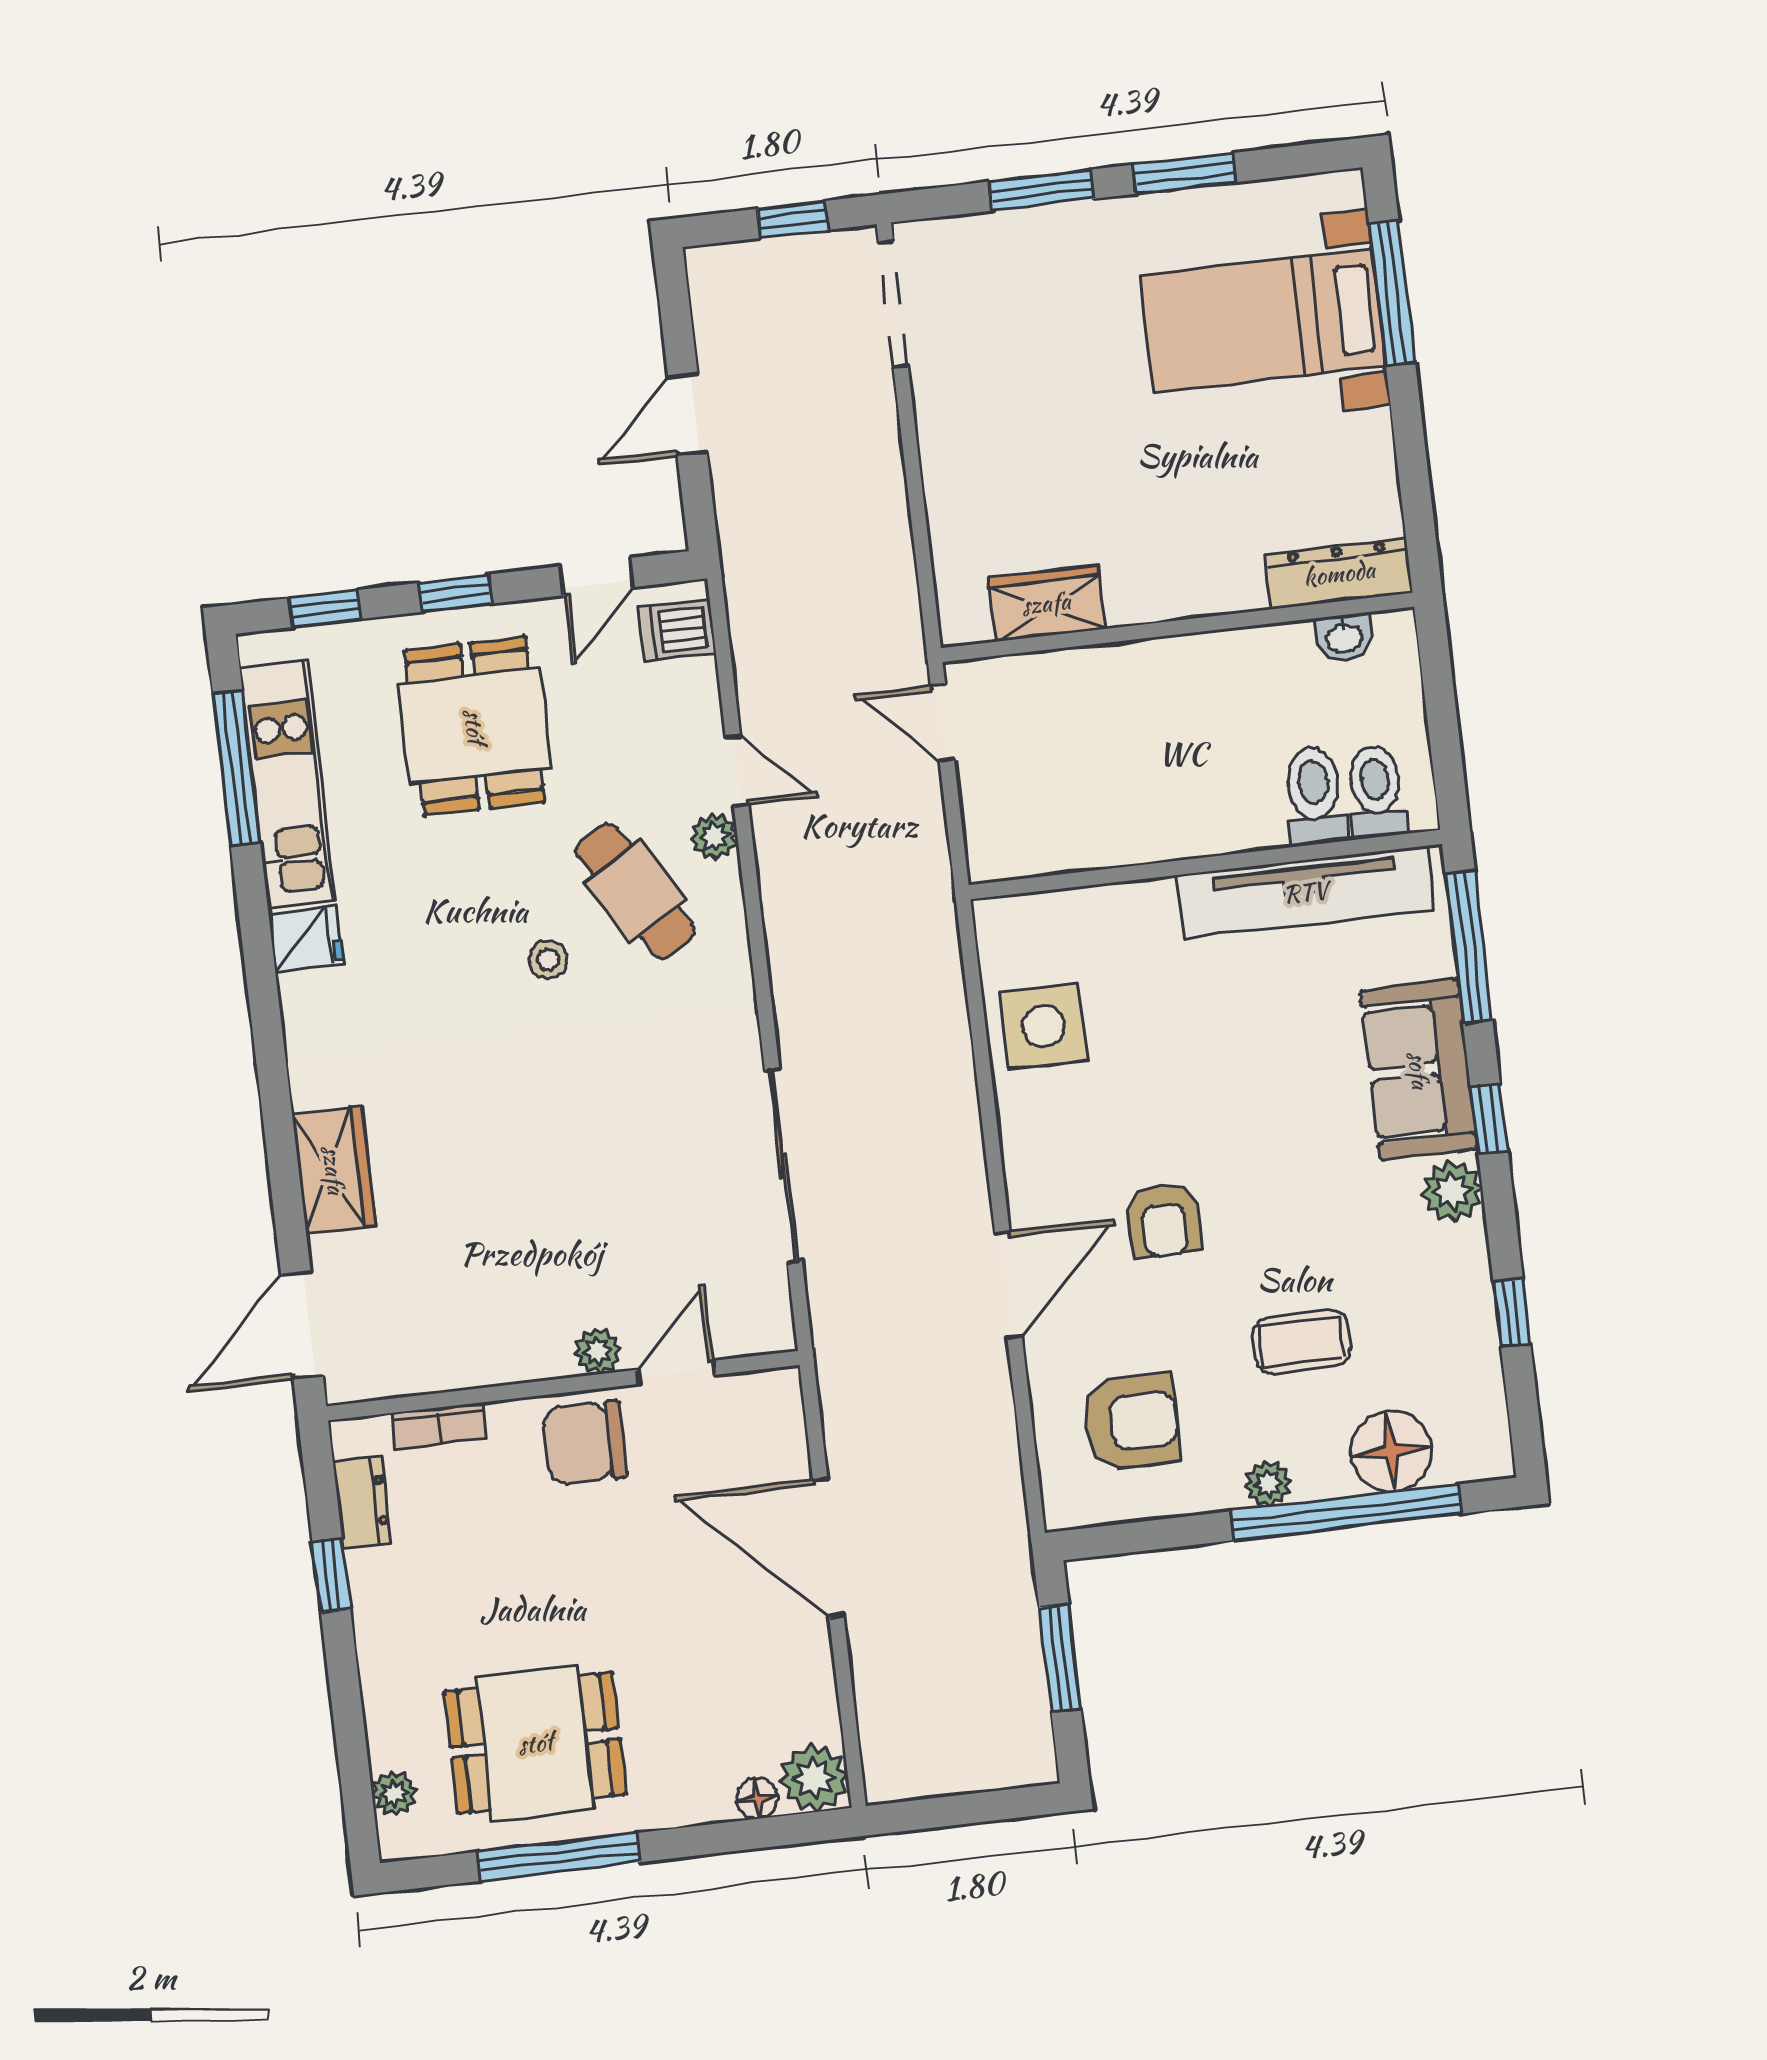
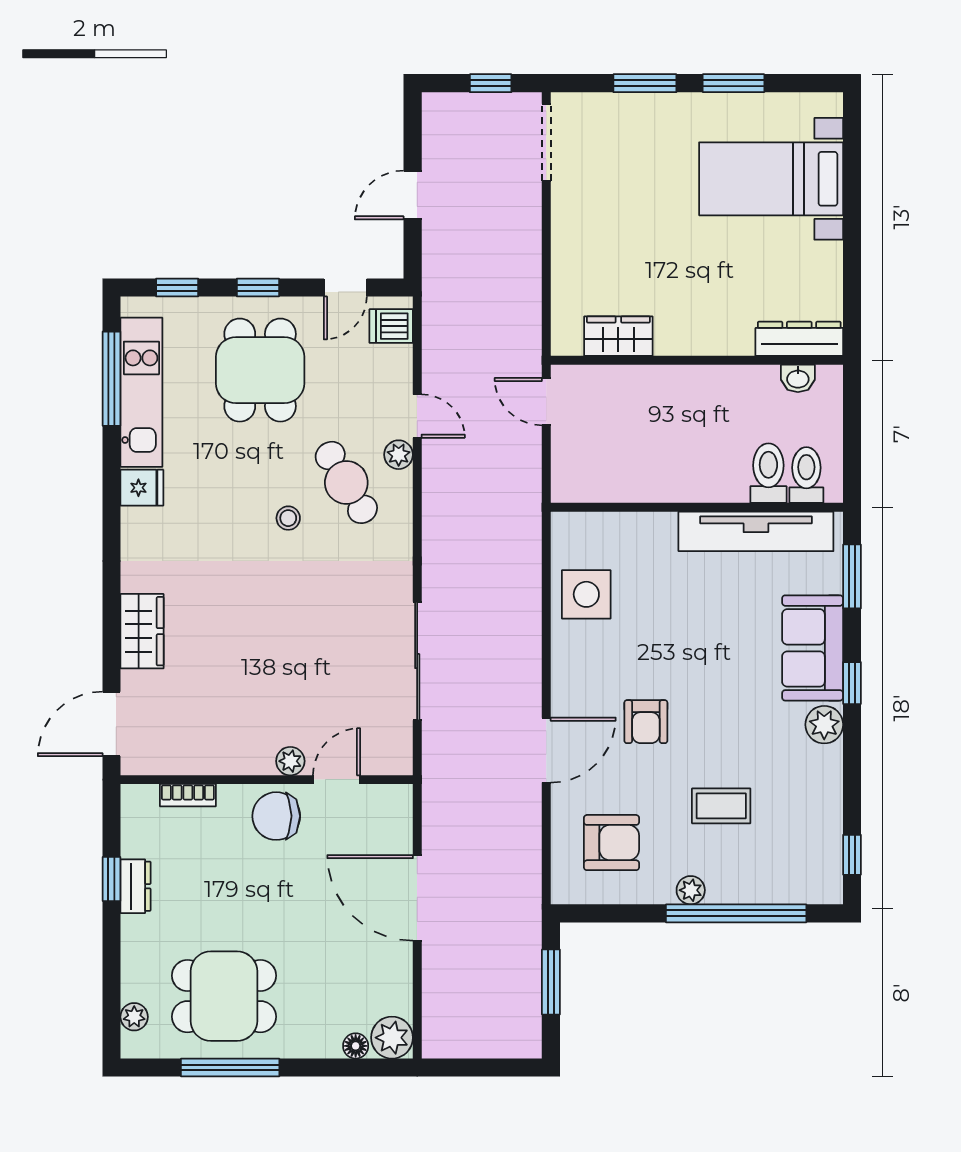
window: (1392, 293) -> (852, 171), removed
window: (1469, 947) -> (852, 576), width x0.69
window: (1512, 1313) -> (852, 855), moved
floor lamp: (1391, 1452) -> (768, 879), removed
dresser: (362, 1502) -> (136, 886), moved

